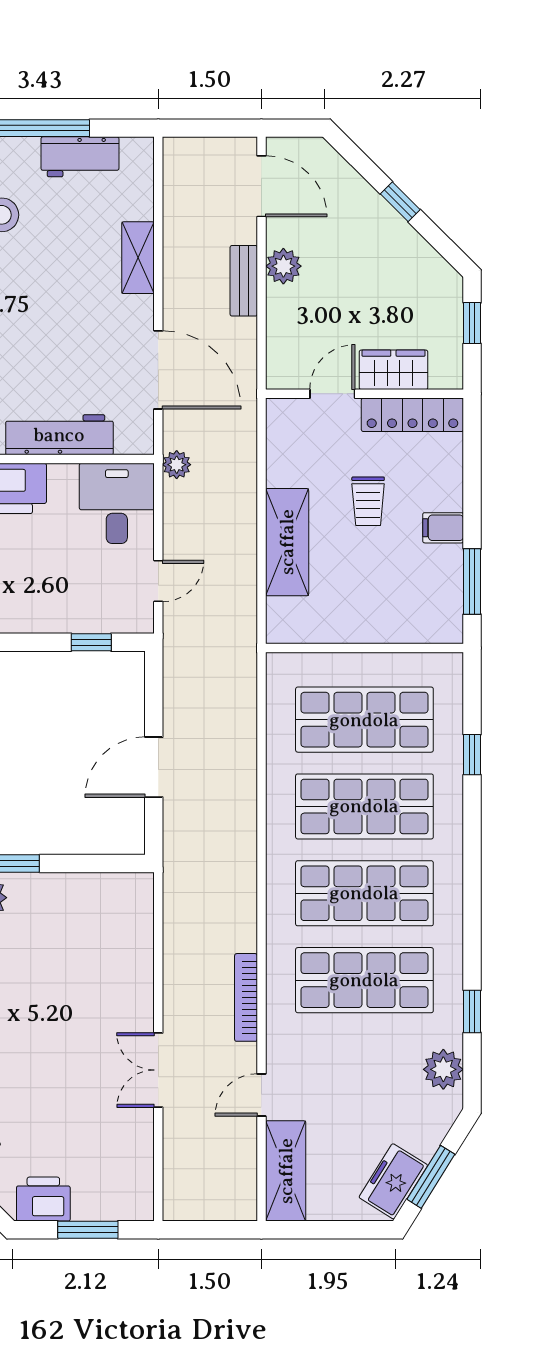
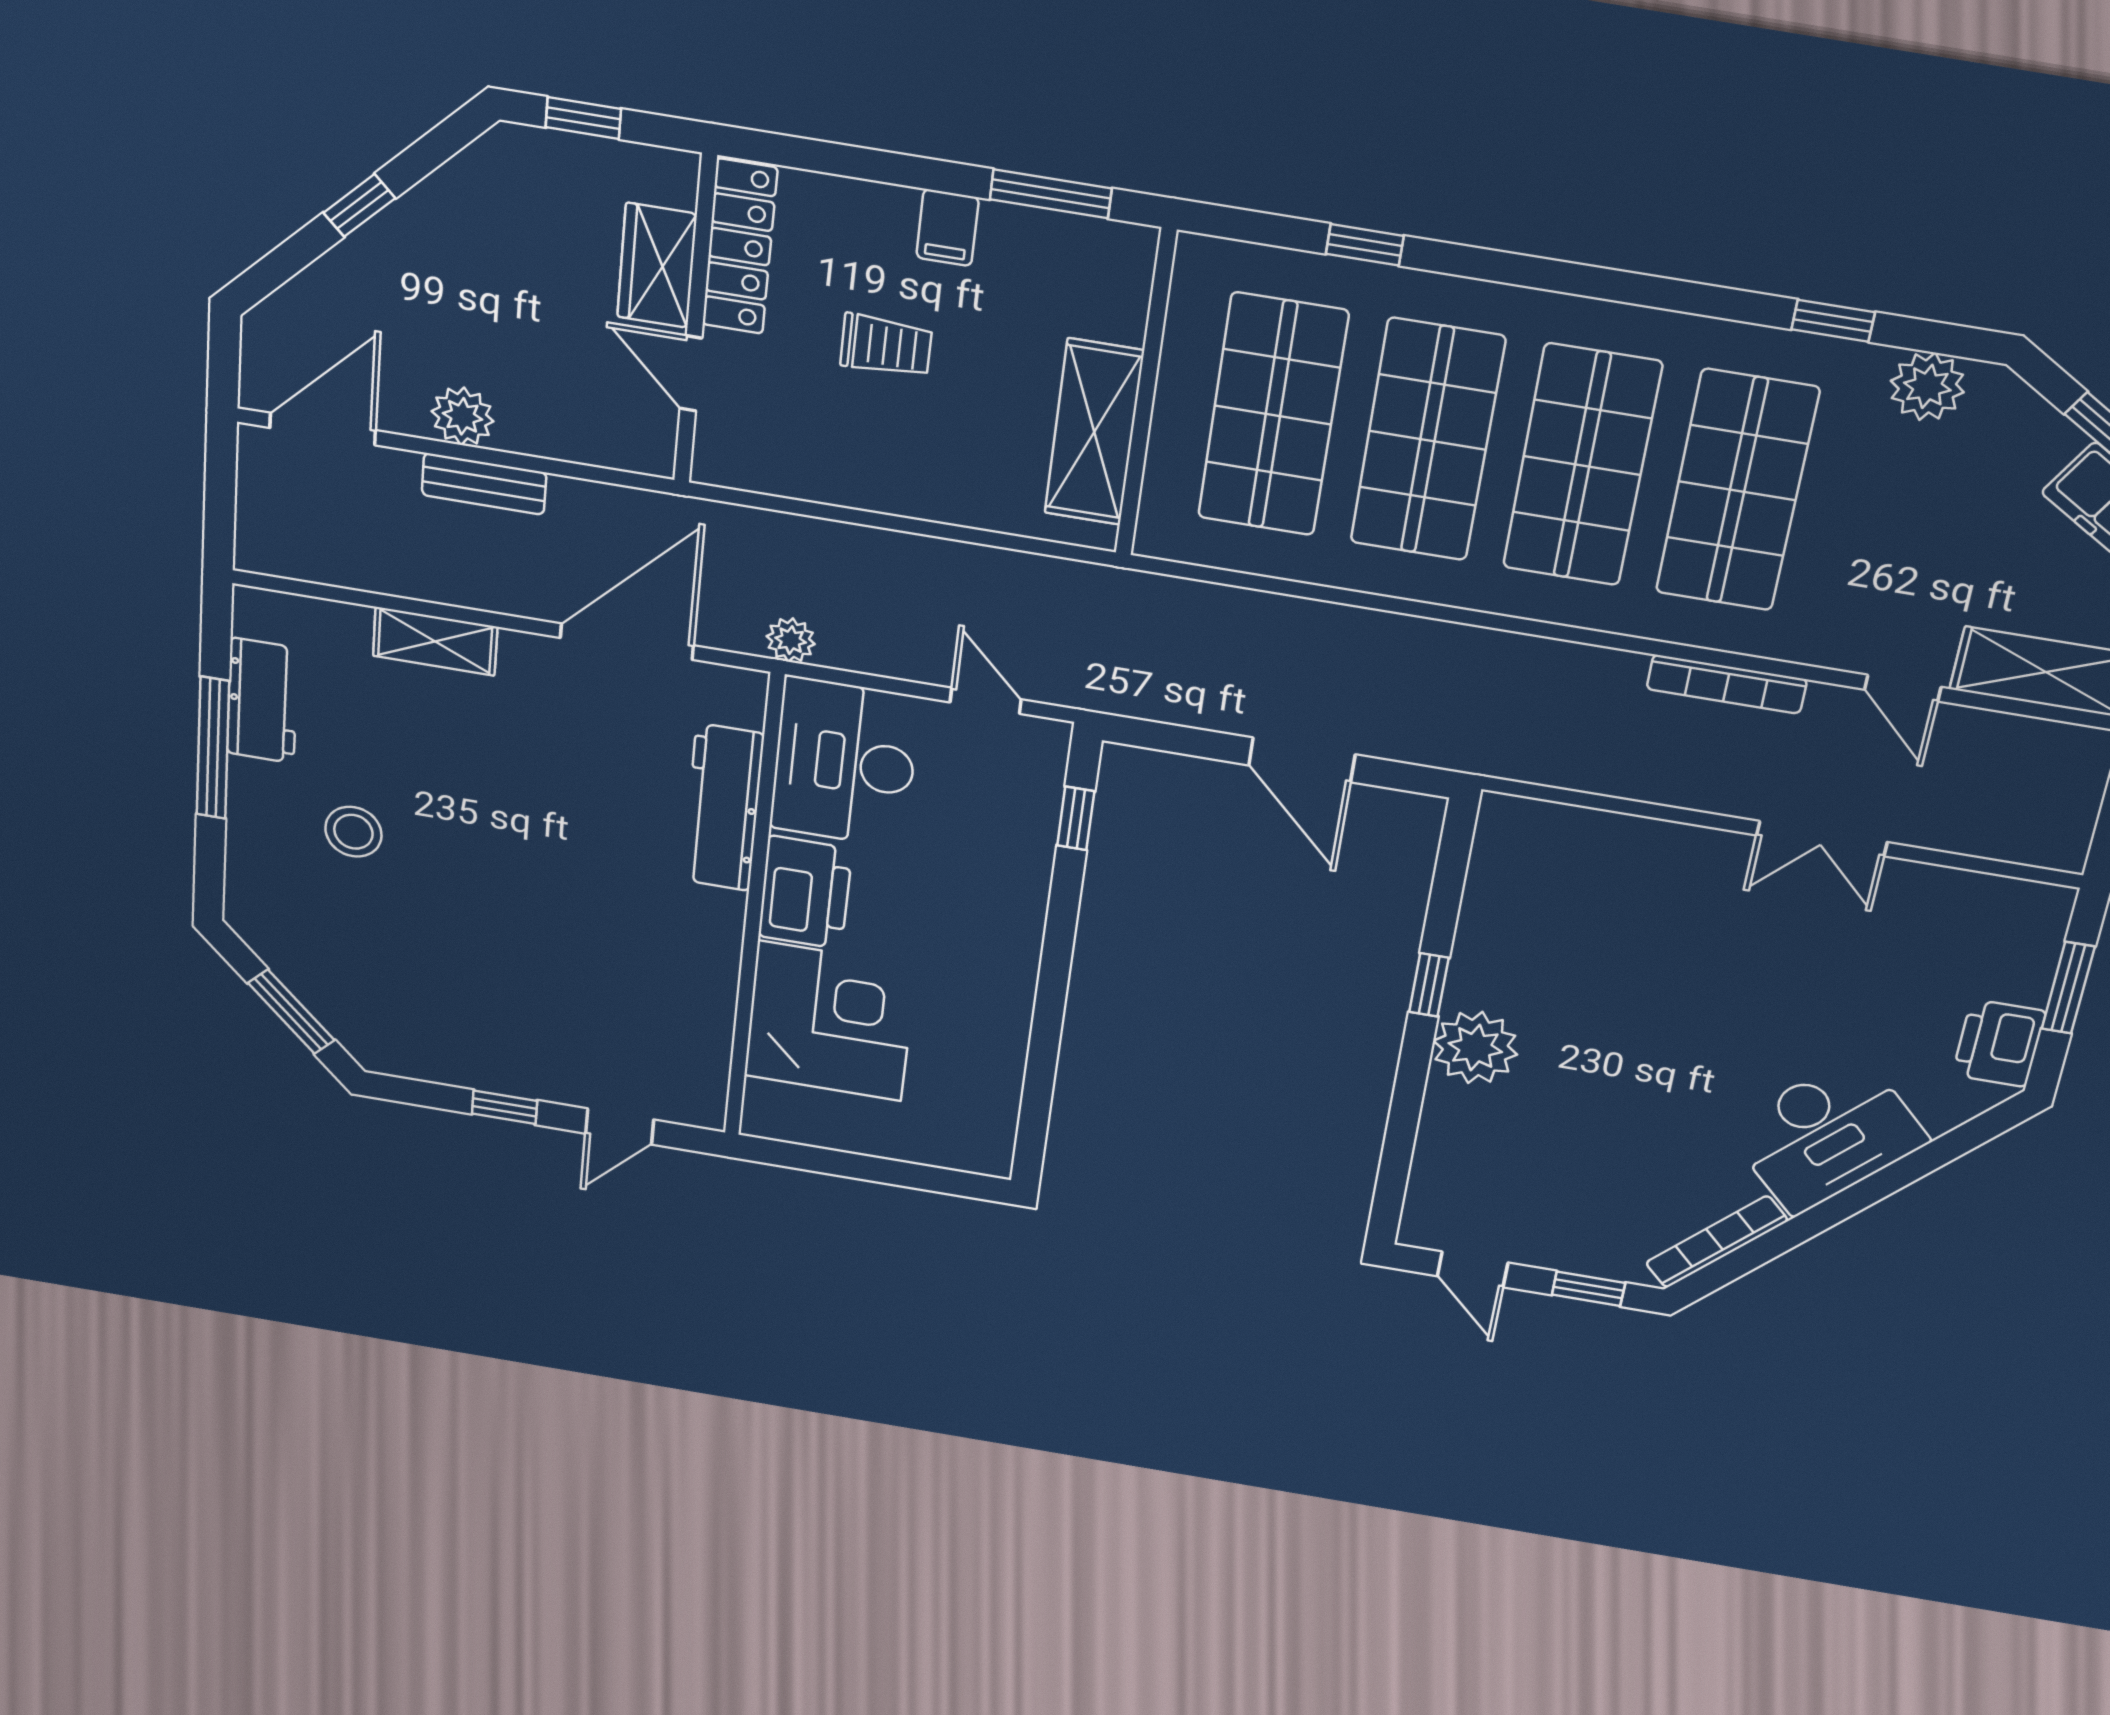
desk: (117, 503) -> (845, 762), width x1.37
shelving: (287, 542) -> (1094, 432), moved, turned 90

